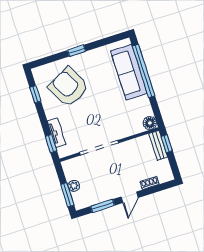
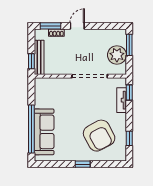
floor lamp: (150, 123) -> (40, 83), removed
bench: (158, 145) -> (39, 57), width x1.36
plant: (74, 186) -> (117, 55), width x1.87, depth x1.87
window: (103, 206) -> (50, 26), moved

